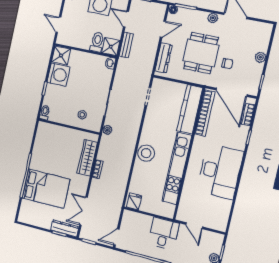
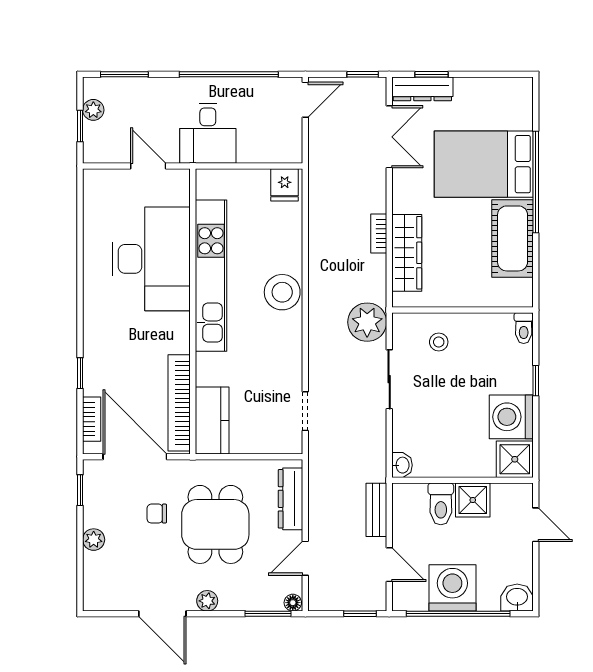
shower: (111, 47) -> (473, 500), moved
kitchen counter: (190, 109) -> (212, 421), width x0.67
plant: (107, 130) -> (367, 322), width x1.88, depth x1.88
cot: (41, 153) -> (513, 238), added
desk: (220, 171) -> (151, 259), moved, turned 180

